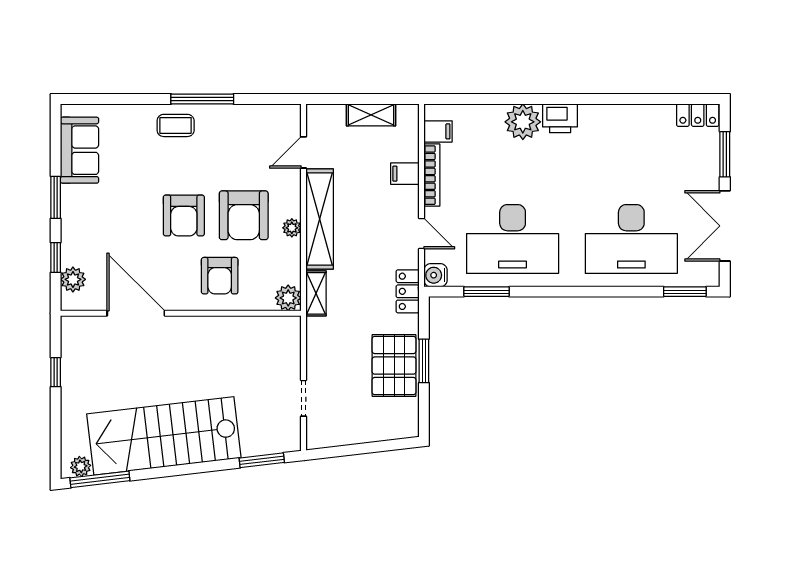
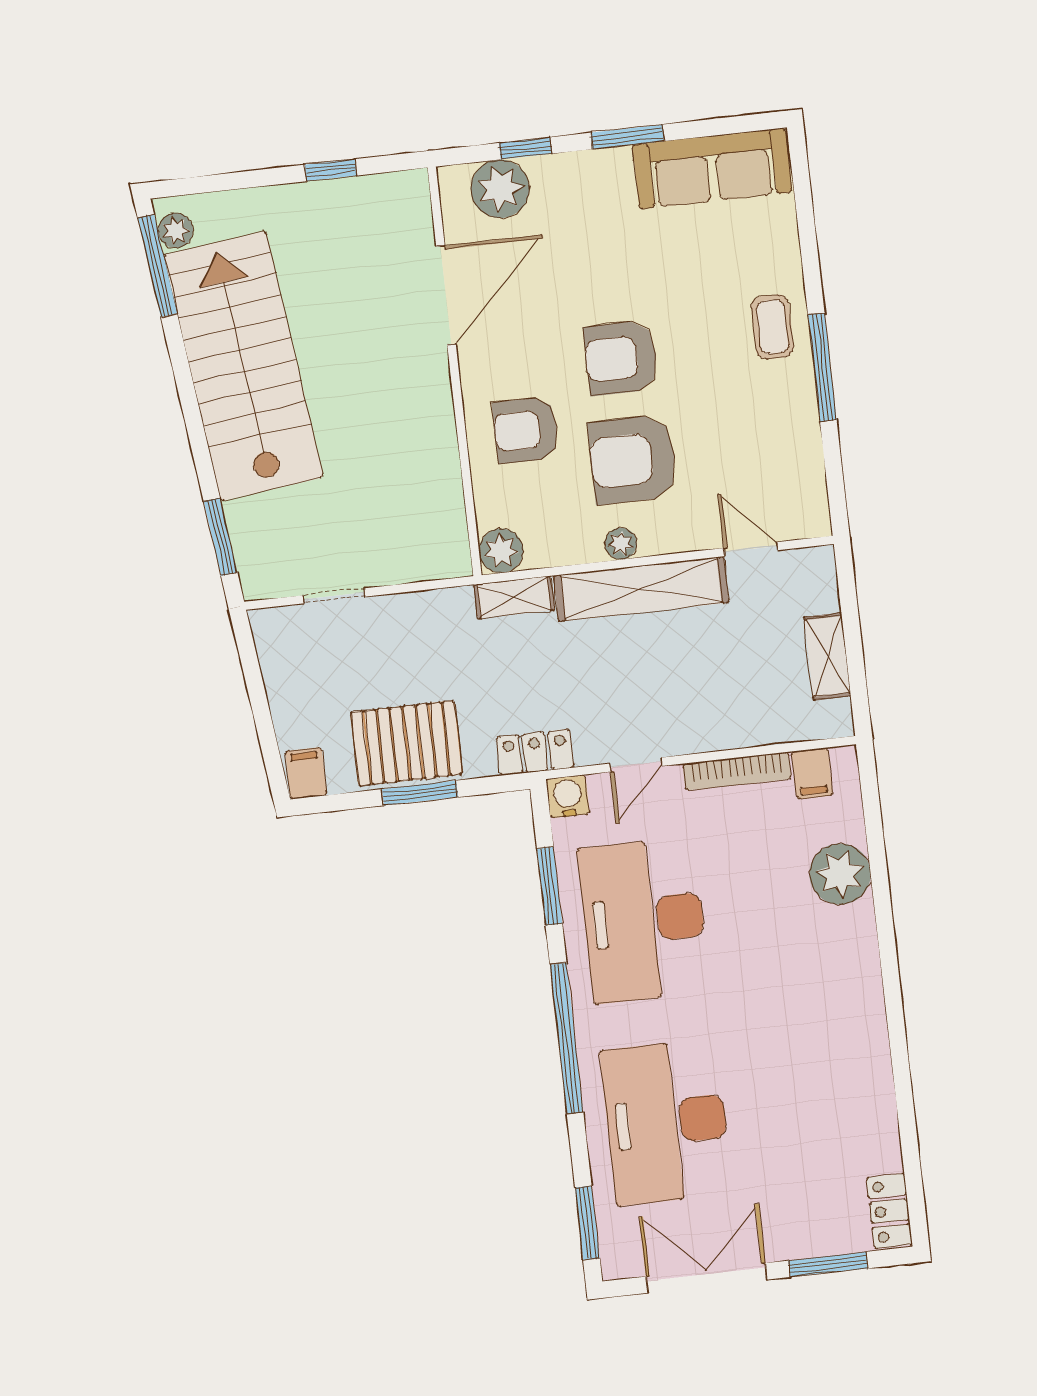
printer: (560, 118) -> (858, 978), removed
plant: (523, 122) -> (840, 874), moved
sofa: (80, 150) -> (712, 168), width x1.36
filing cabinet: (405, 174) -> (306, 773), moved
plant: (73, 279) -> (500, 189), width x1.36, depth x1.36
window: (576, 292) -> (567, 1038), added

